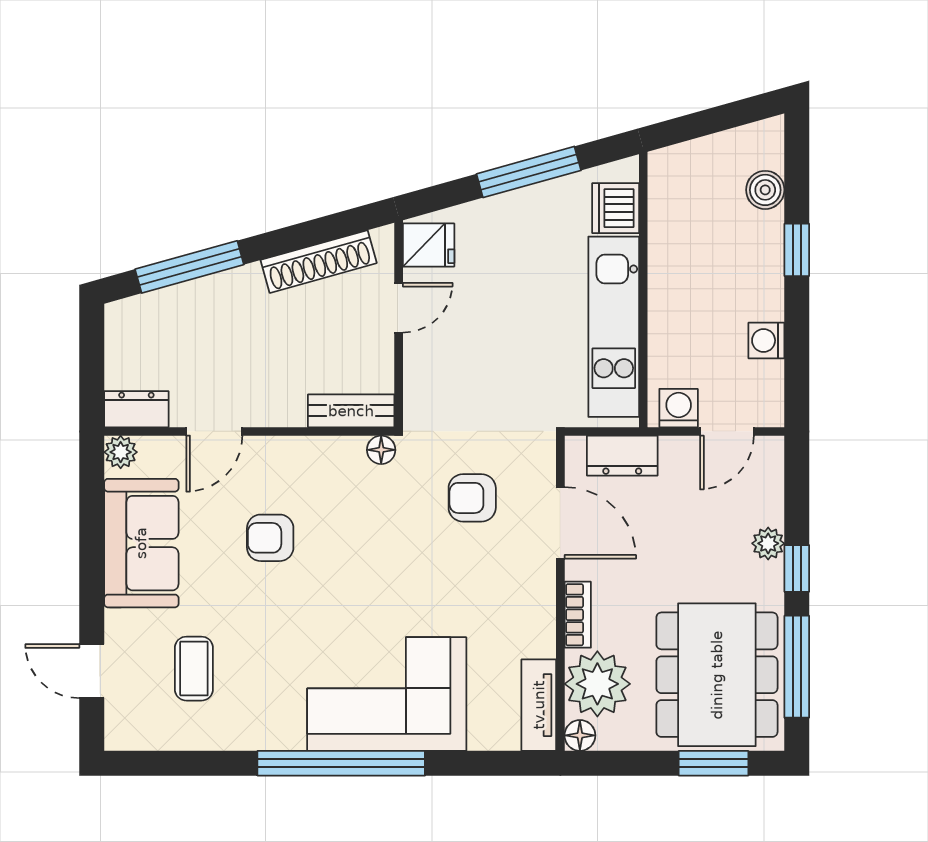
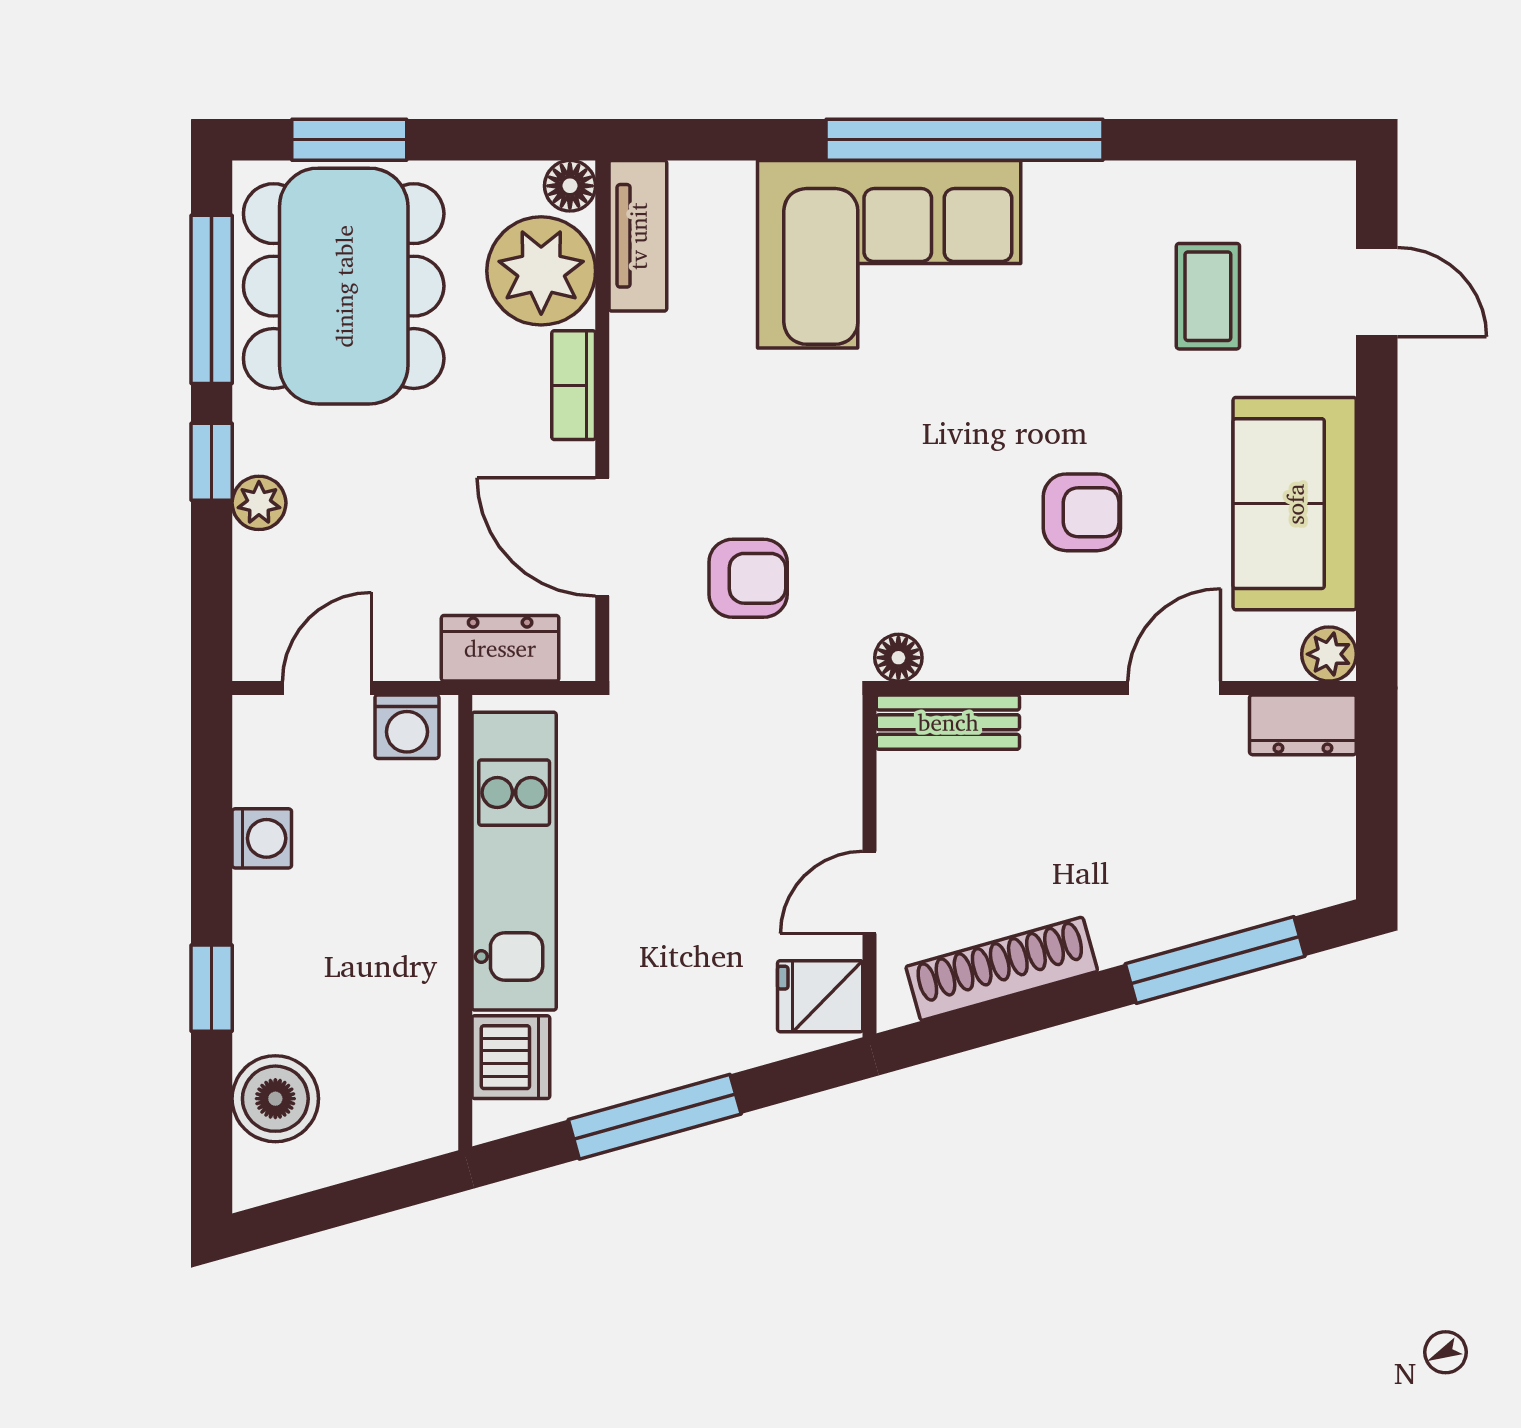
boiler: (765, 190) -> (275, 1099), width x1.36, depth x1.36

